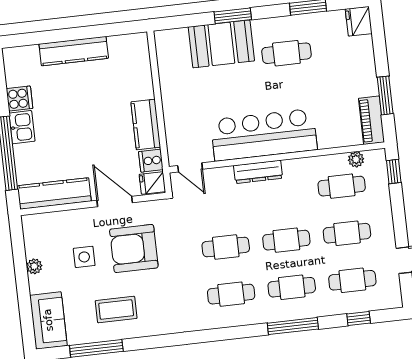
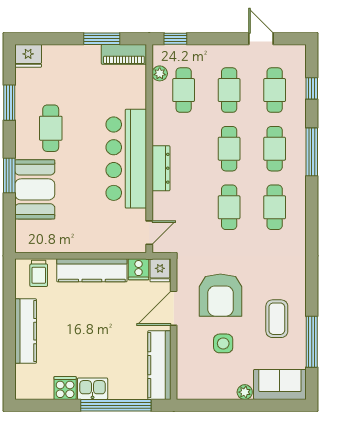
trolley: (135, 58) -> (39, 273), added
kitchen counter: (146, 125) -> (92, 270), width x1.50
plant: (34, 266) -> (245, 392), moved

